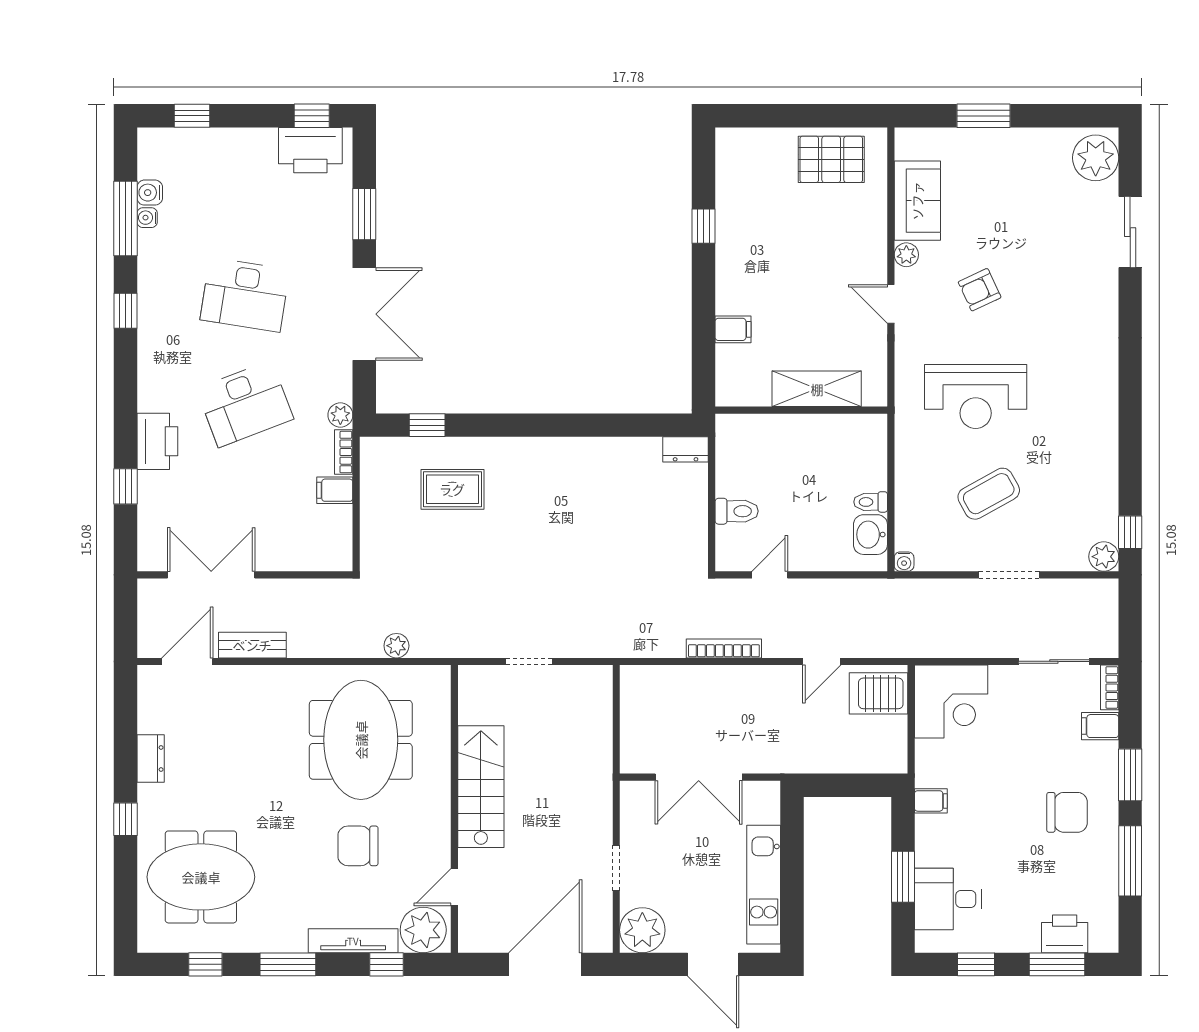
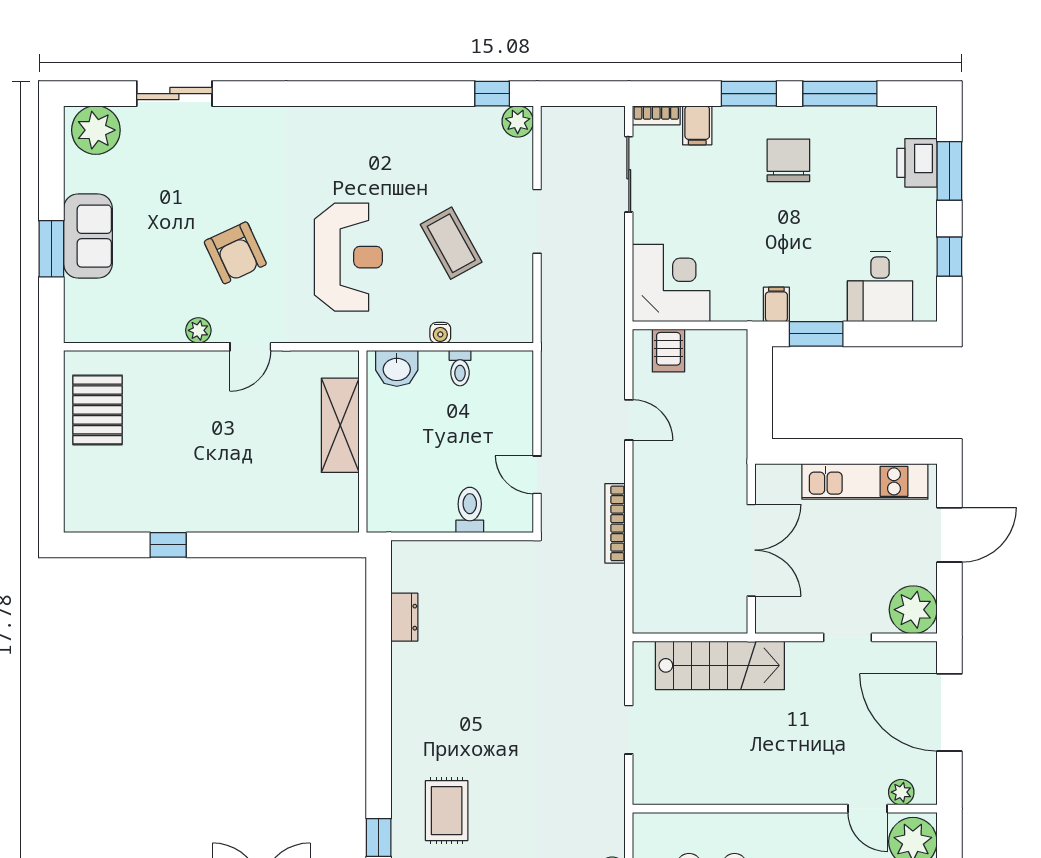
sofa: (917, 201) -> (88, 236), moved, turned 90
armchair: (980, 290) -> (235, 253), width x1.38, depth x1.38
filing cabinet: (733, 329) -> (277, 514), removed
dresser: (686, 449) -> (404, 617), moved
washbasin: (870, 535) -> (397, 368), moved
water cooler: (904, 562) -> (440, 333), moved, turned 90
server rack: (878, 693) -> (668, 350), width x0.73, depth x0.70
stairs: (481, 787) -> (720, 665), moved, turned 180
window: (903, 877) -> (816, 334), moved
plant: (470, 919) -> (901, 792), added

